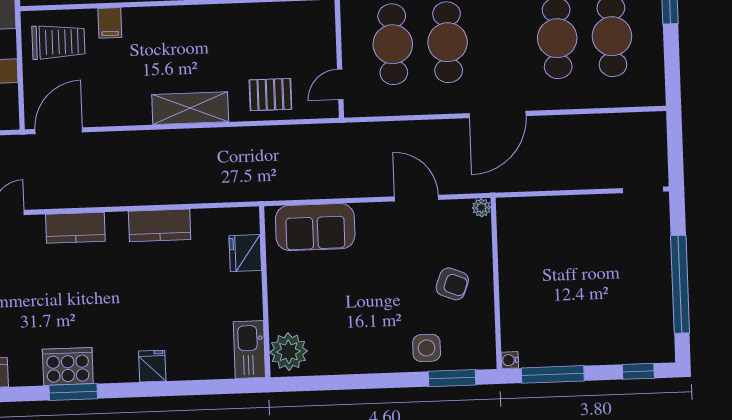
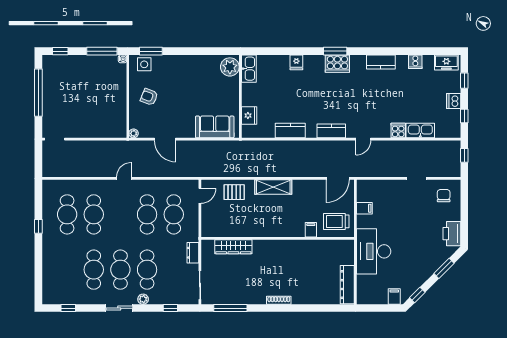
door: (498, 115) -> (124, 178), width x0.53
side table: (427, 348) -> (144, 64), moved

